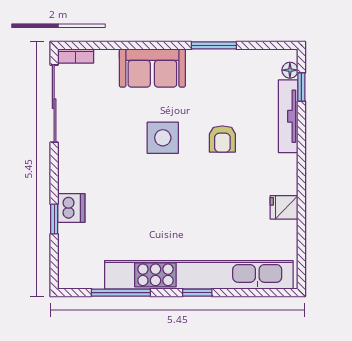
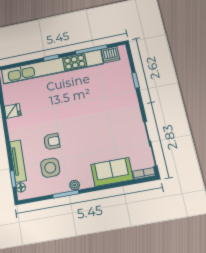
plant: (196, 58) -> (75, 185), added
sofa: (152, 68) -> (112, 172), moved
side table: (163, 138) -> (50, 168), moved
armchair: (222, 139) -> (52, 141), turned 90
dishwasher: (71, 208) -> (110, 55), moved, turned -90

